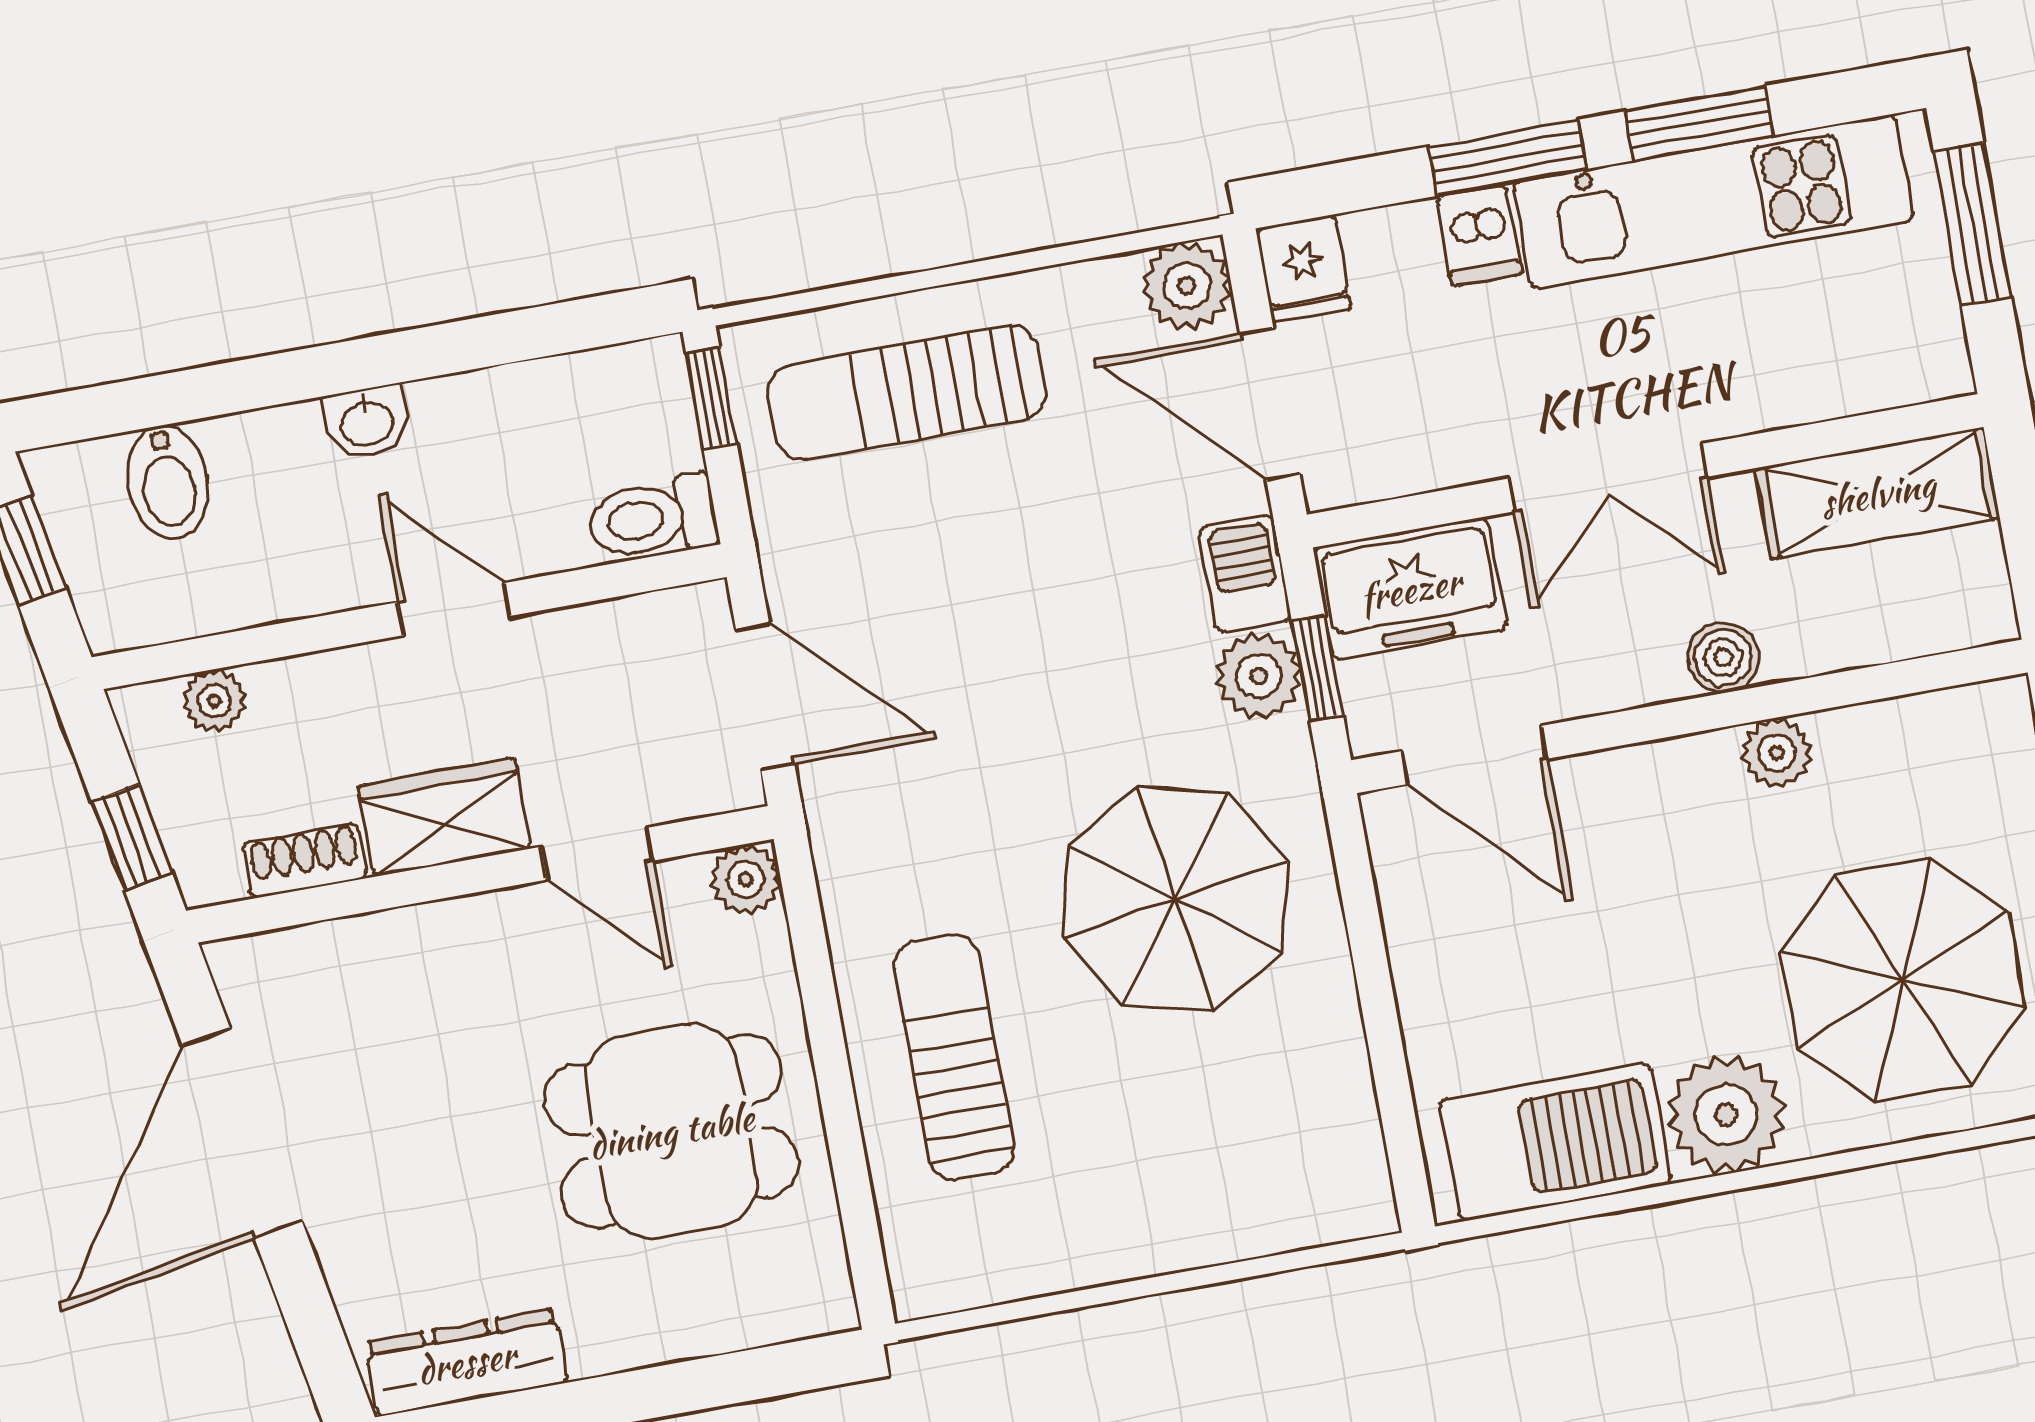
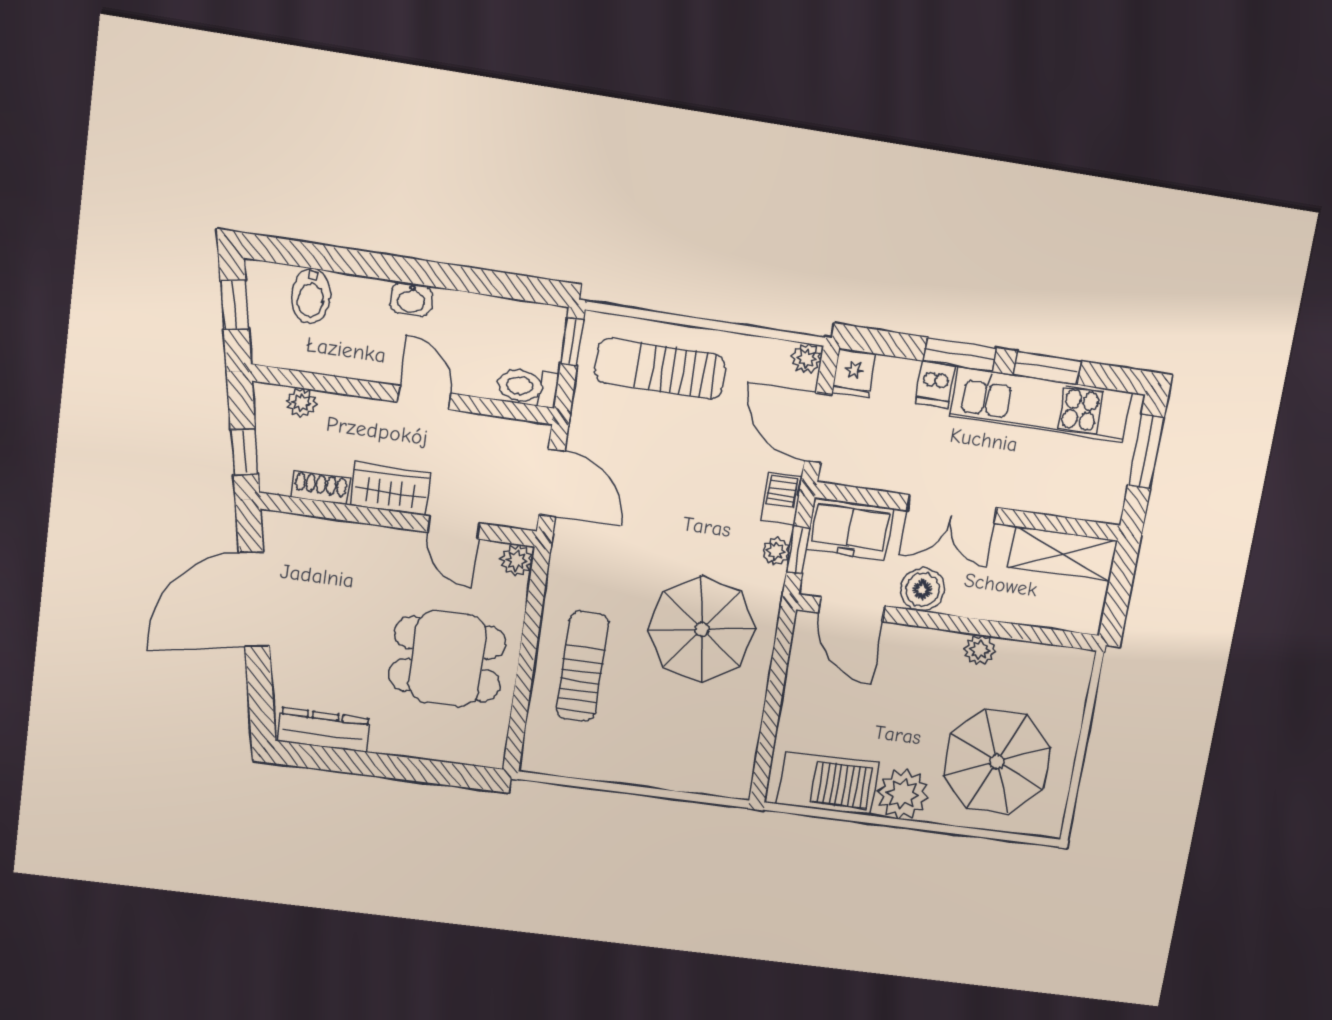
plant: (1187, 286) -> (807, 358), width x0.73, depth x0.73
boiler: (1723, 657) -> (923, 590), moved, width x1.36, depth x1.36
plant: (1259, 676) -> (776, 551), width x0.73, depth x0.73

